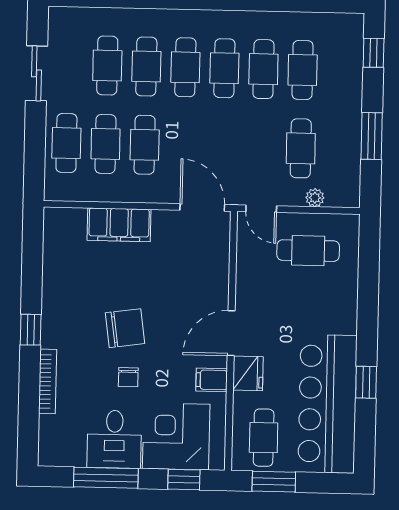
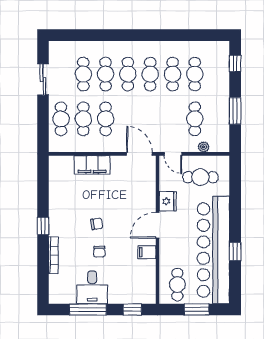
chair: (125, 328) -> (97, 224), width x0.54, depth x0.54
fridge: (248, 373) -> (168, 201), moved
bar counter: (327, 404) -> (213, 250), width x1.36
corner desk: (176, 436) -> (127, 285), removed
window: (274, 482) -> (197, 310), moved

